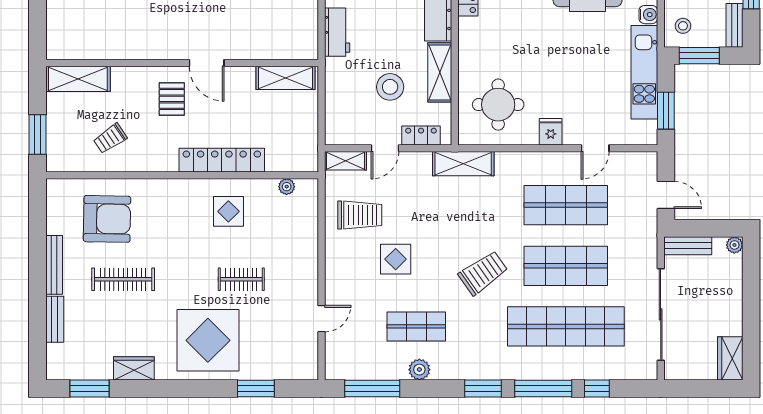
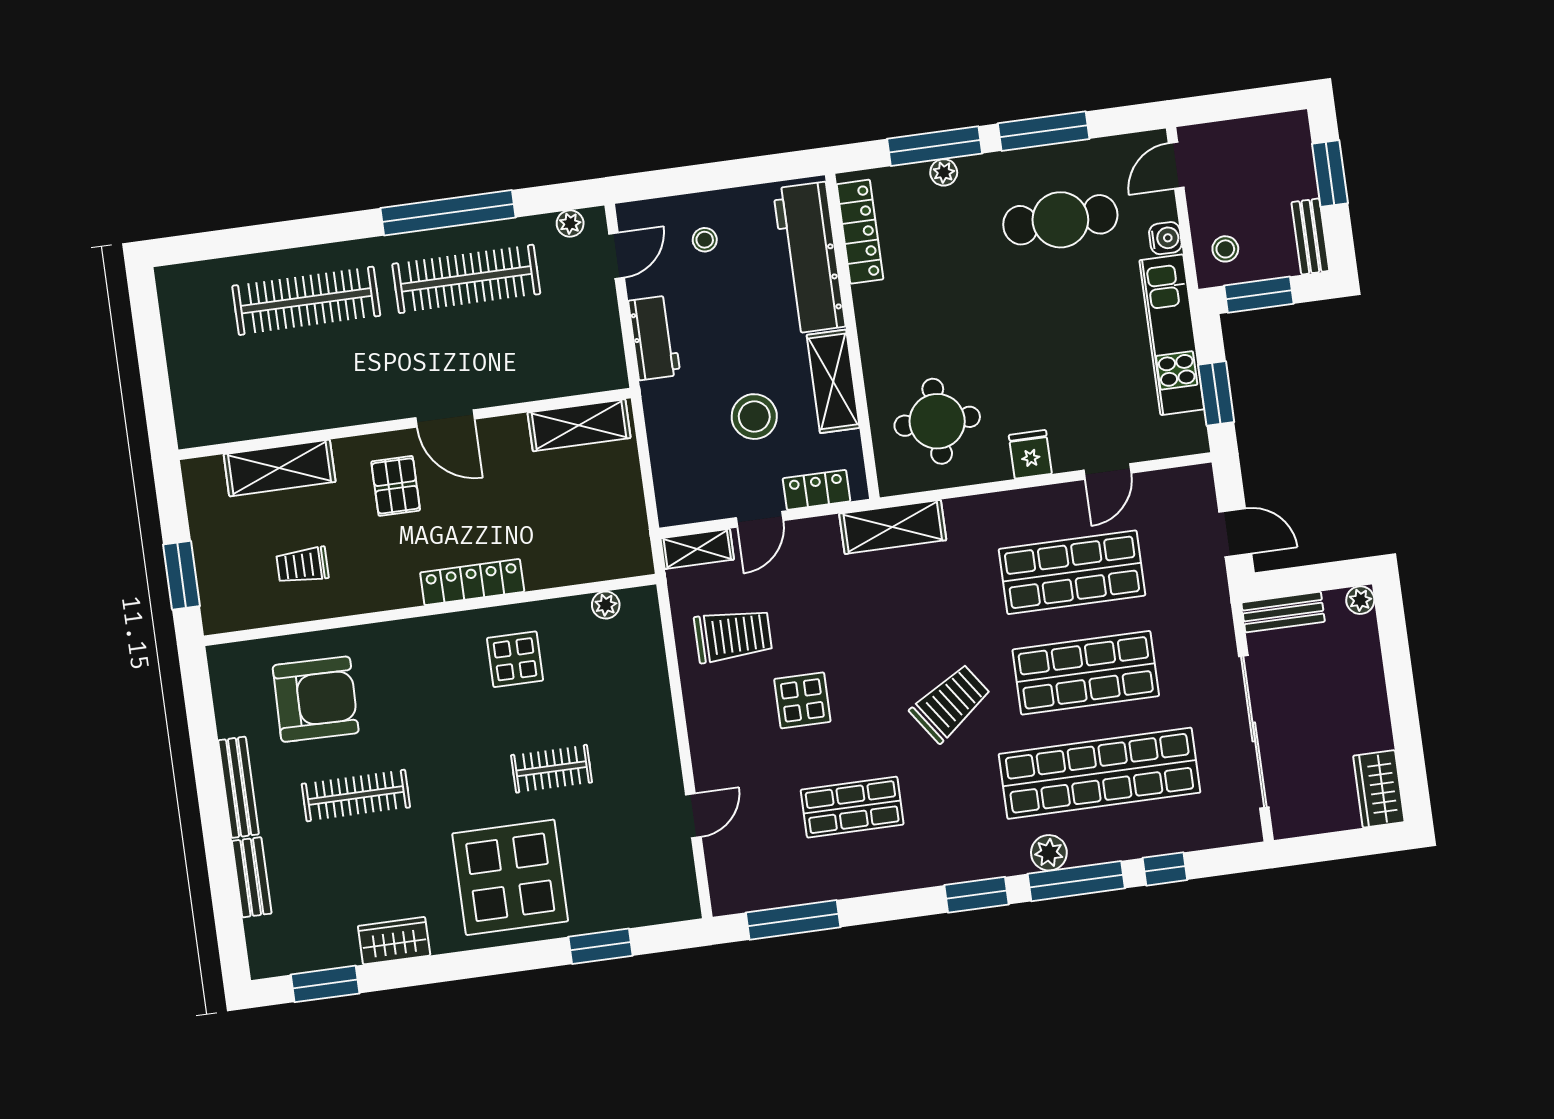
shelving: (78, 79) -> (280, 468), moved
trolley: (110, 138) -> (302, 565), turned 34
locker: (222, 160) -> (472, 582), width x0.71, depth x0.83
plant: (419, 370) -> (1049, 853), moved

